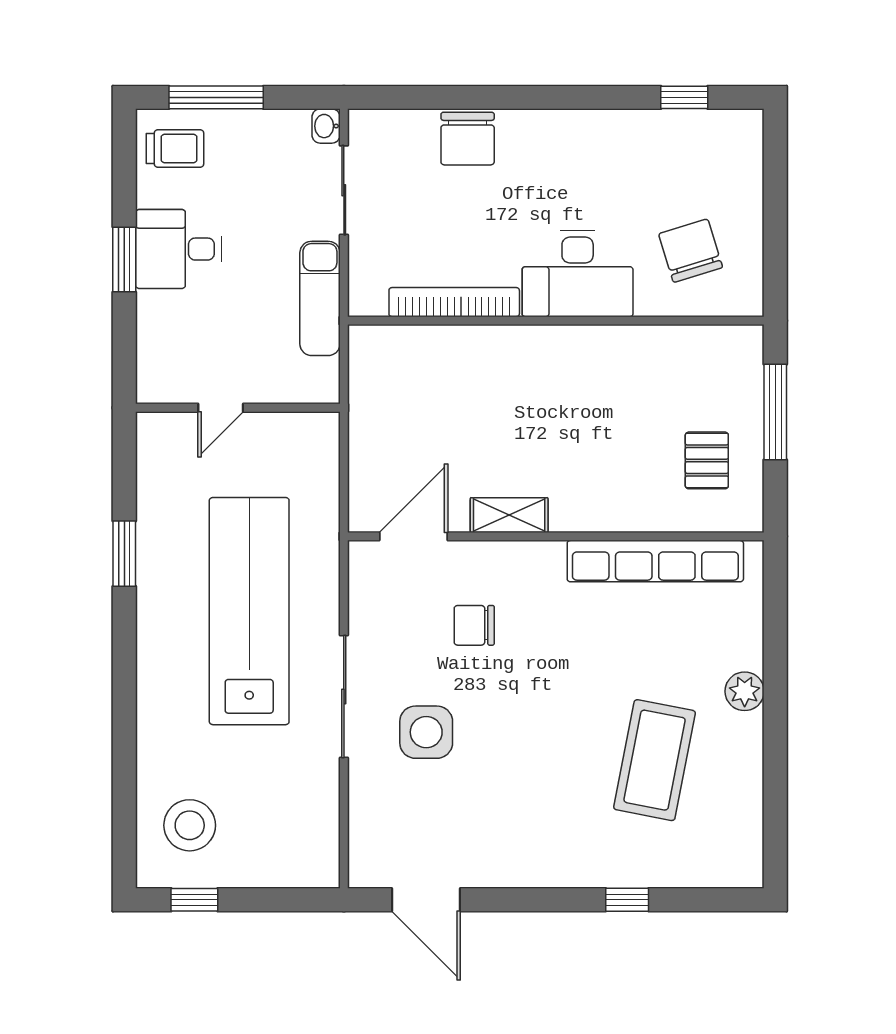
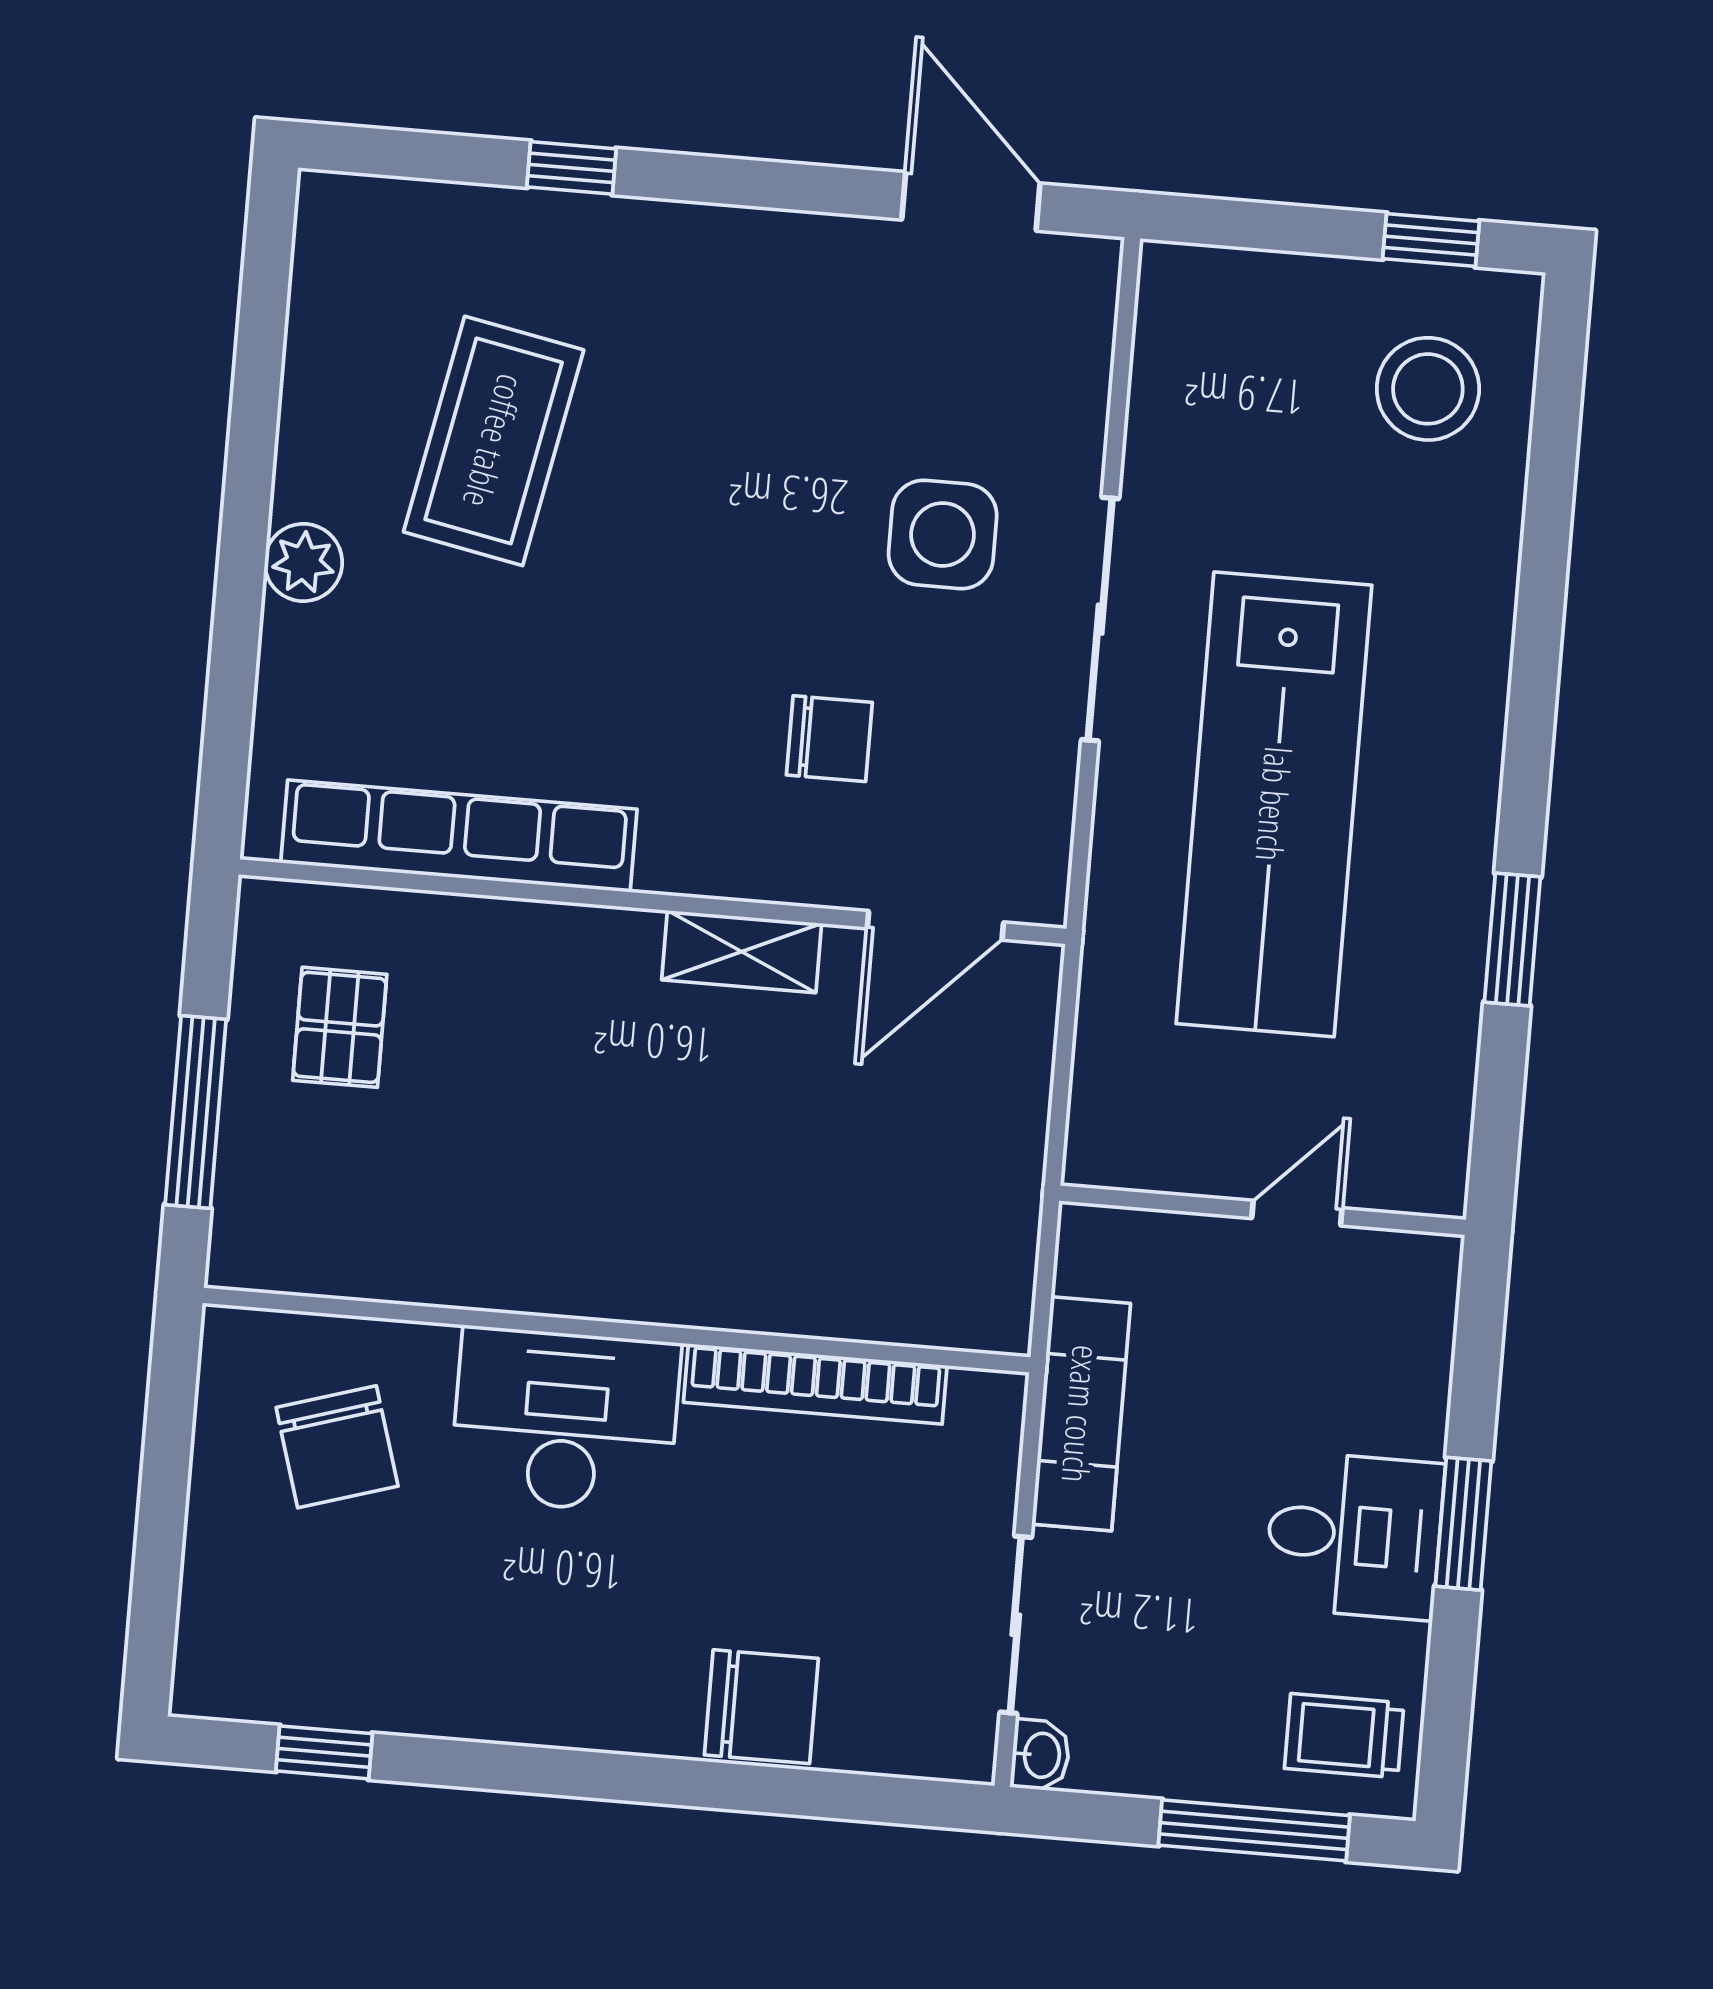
chair: (468, 139) -> (761, 1707), turned 90

